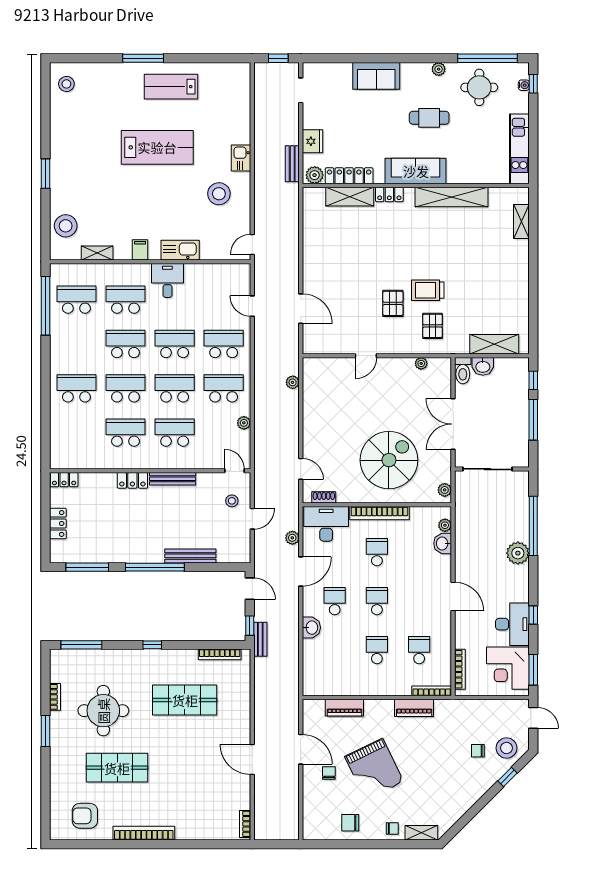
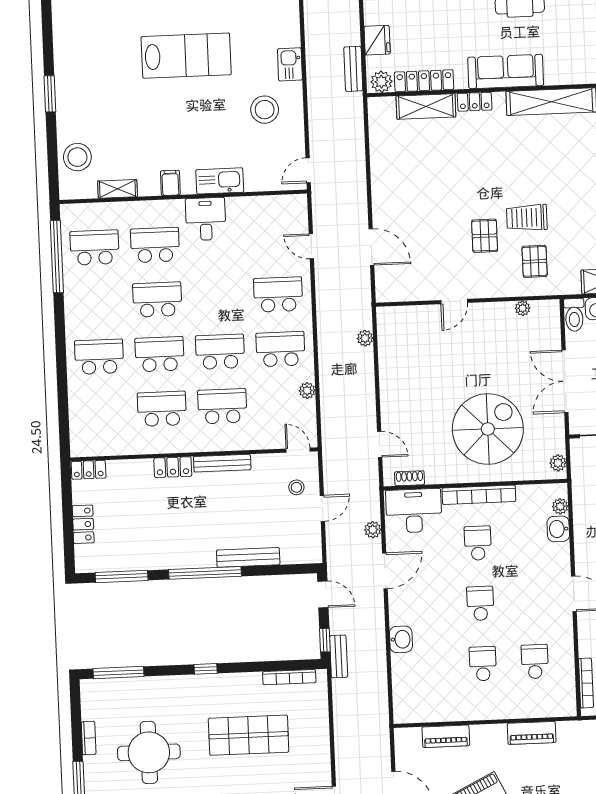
school desk: (175, 344) -> (218, 297), removed
school desk: (335, 601) -> (428, 606), removed
bookcase: (432, 691) -> (552, 711), removed

